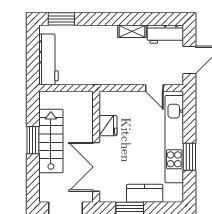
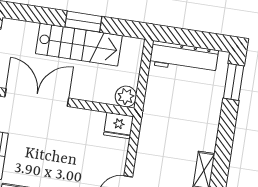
plant: (85, 99) -> (126, 97), added
fridge: (108, 126) -> (119, 126), moved

